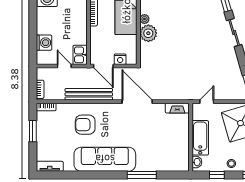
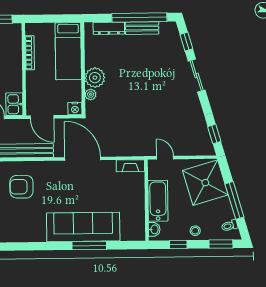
plant: (144, 19) -> (91, 94), moved
nightstand: (120, 59) -> (75, 109), moved
door: (207, 102) -> (165, 158), hinge flipped
sofa: (105, 159) -> (83, 227), moved

